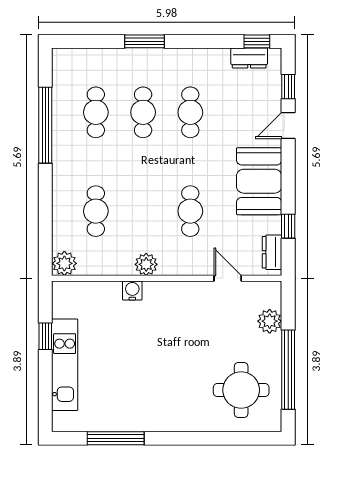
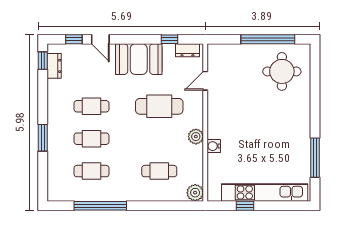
cafe table: (190, 211) -> (159, 106), width x1.37, depth x1.35
plant: (270, 321) -> (235, 52), removed
kitchen unit: (65, 365) -> (265, 192), width x1.36

